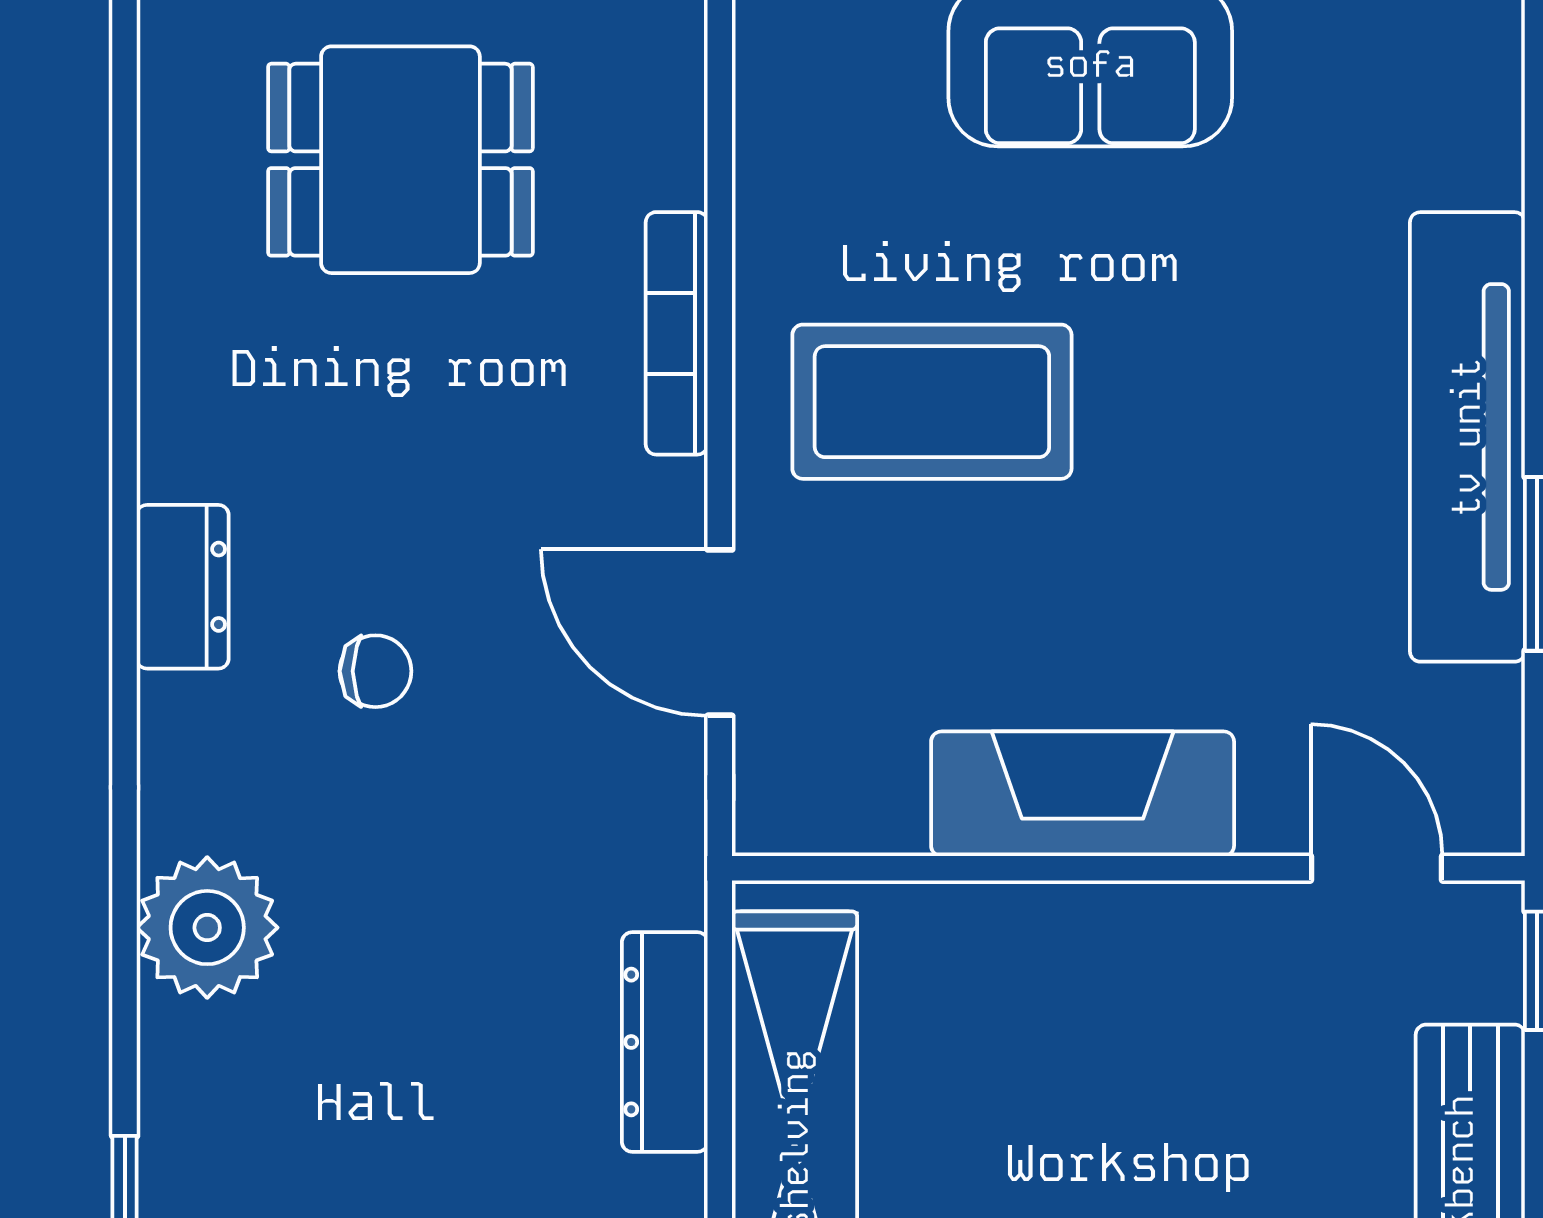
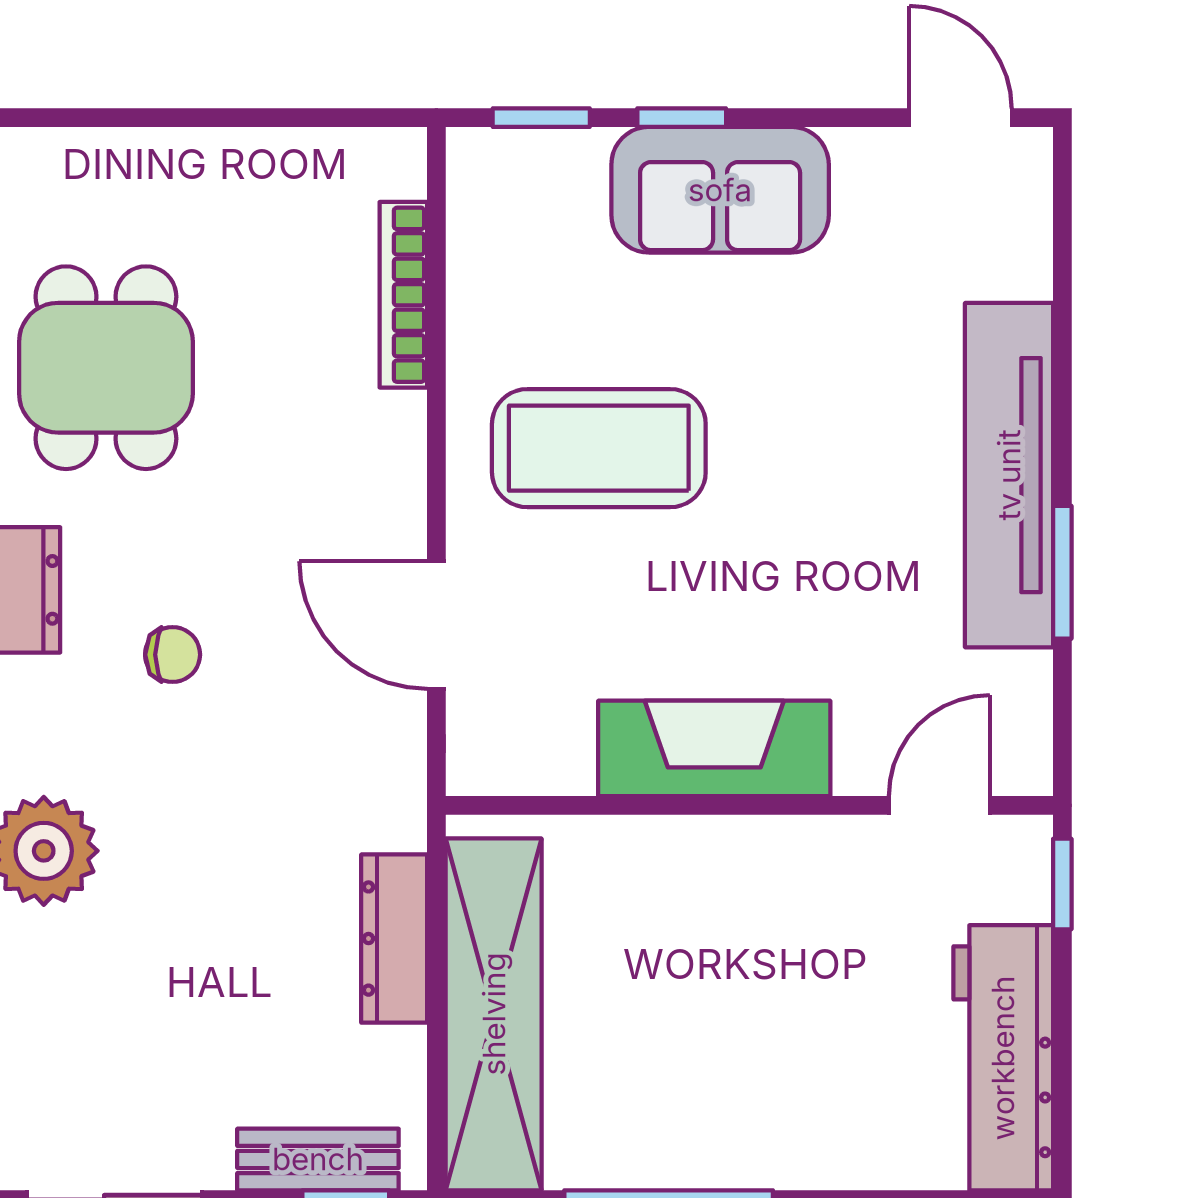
dining table: (400, 160) -> (106, 368), moved, turned 90
bookcase: (677, 333) -> (403, 295), moved
door: (1377, 868) -> (939, 805), hinge flipped

